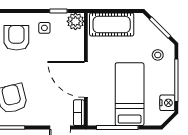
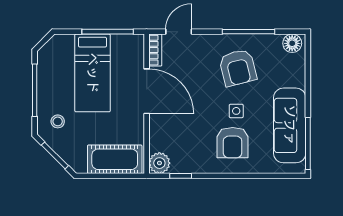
side table: (44, 28) -> (236, 111), moved
nightstand: (167, 103) -> (46, 62), removed

